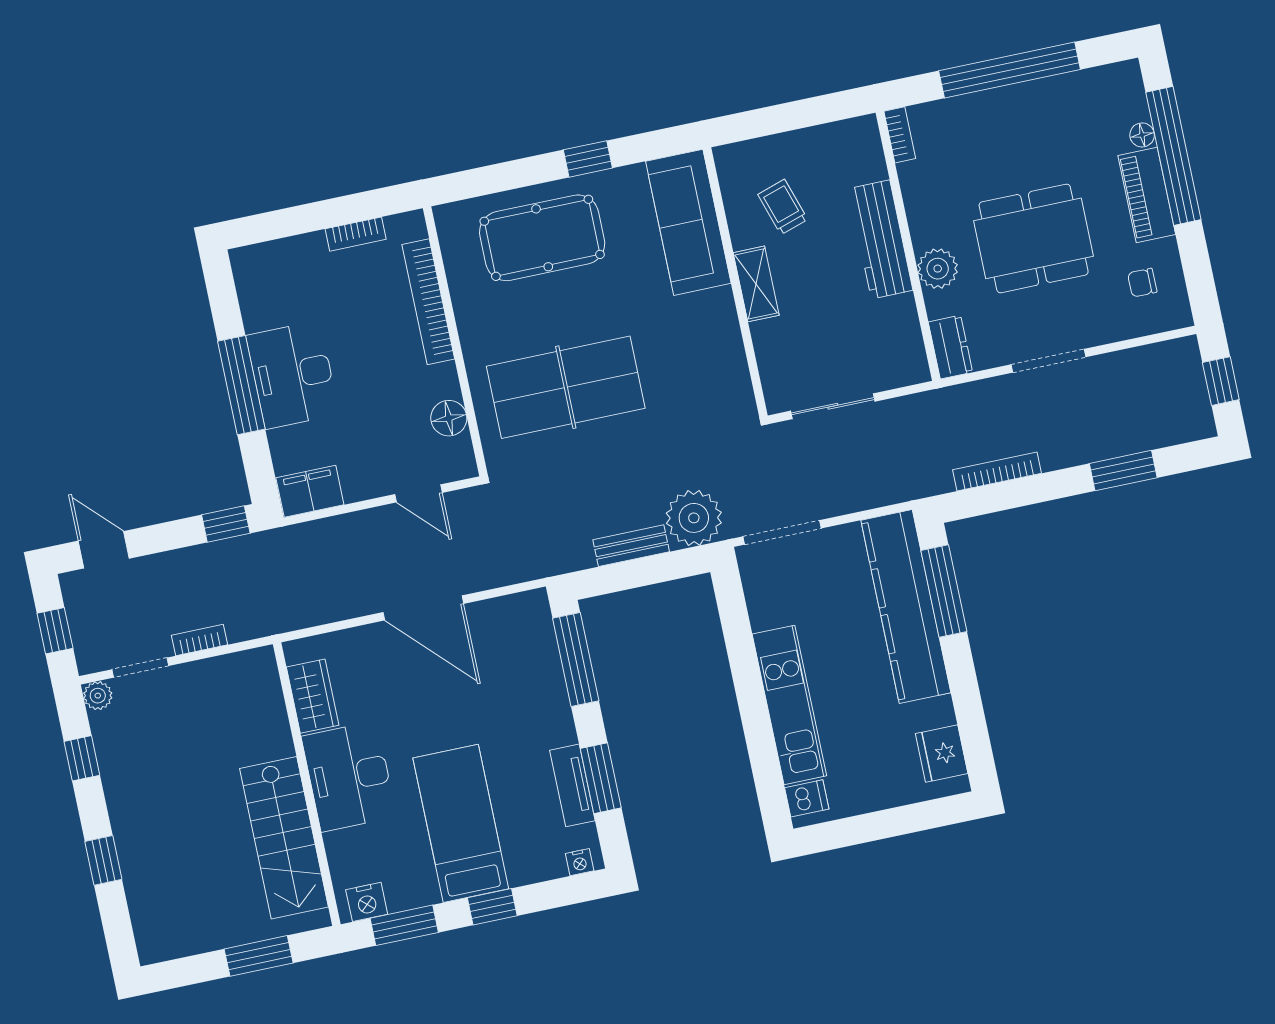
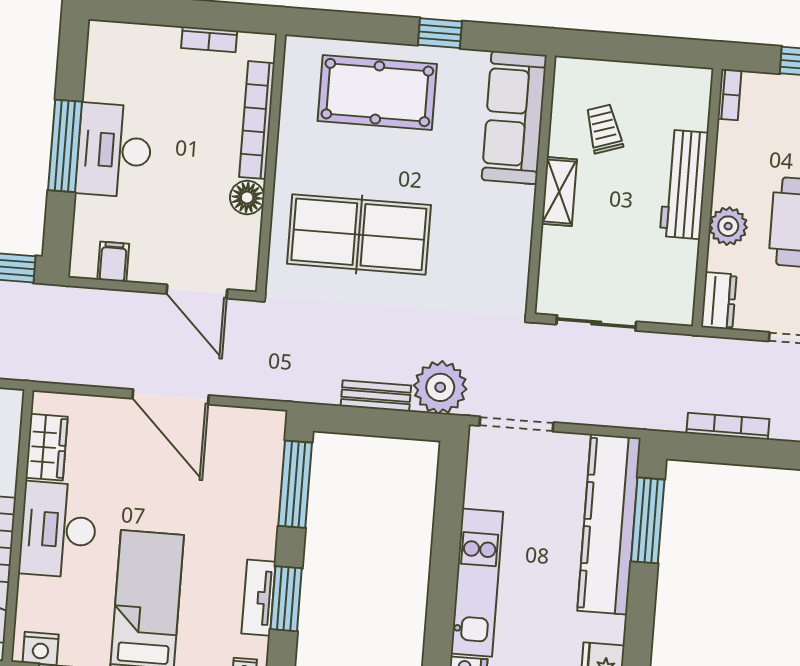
floor lamp: (449, 418) -> (247, 197), moved
filing cabinet: (310, 491) -> (113, 262), width x0.50
door: (419, 493) -> (197, 292), width x1.38

